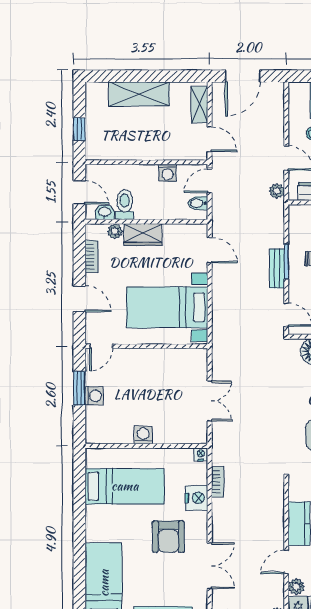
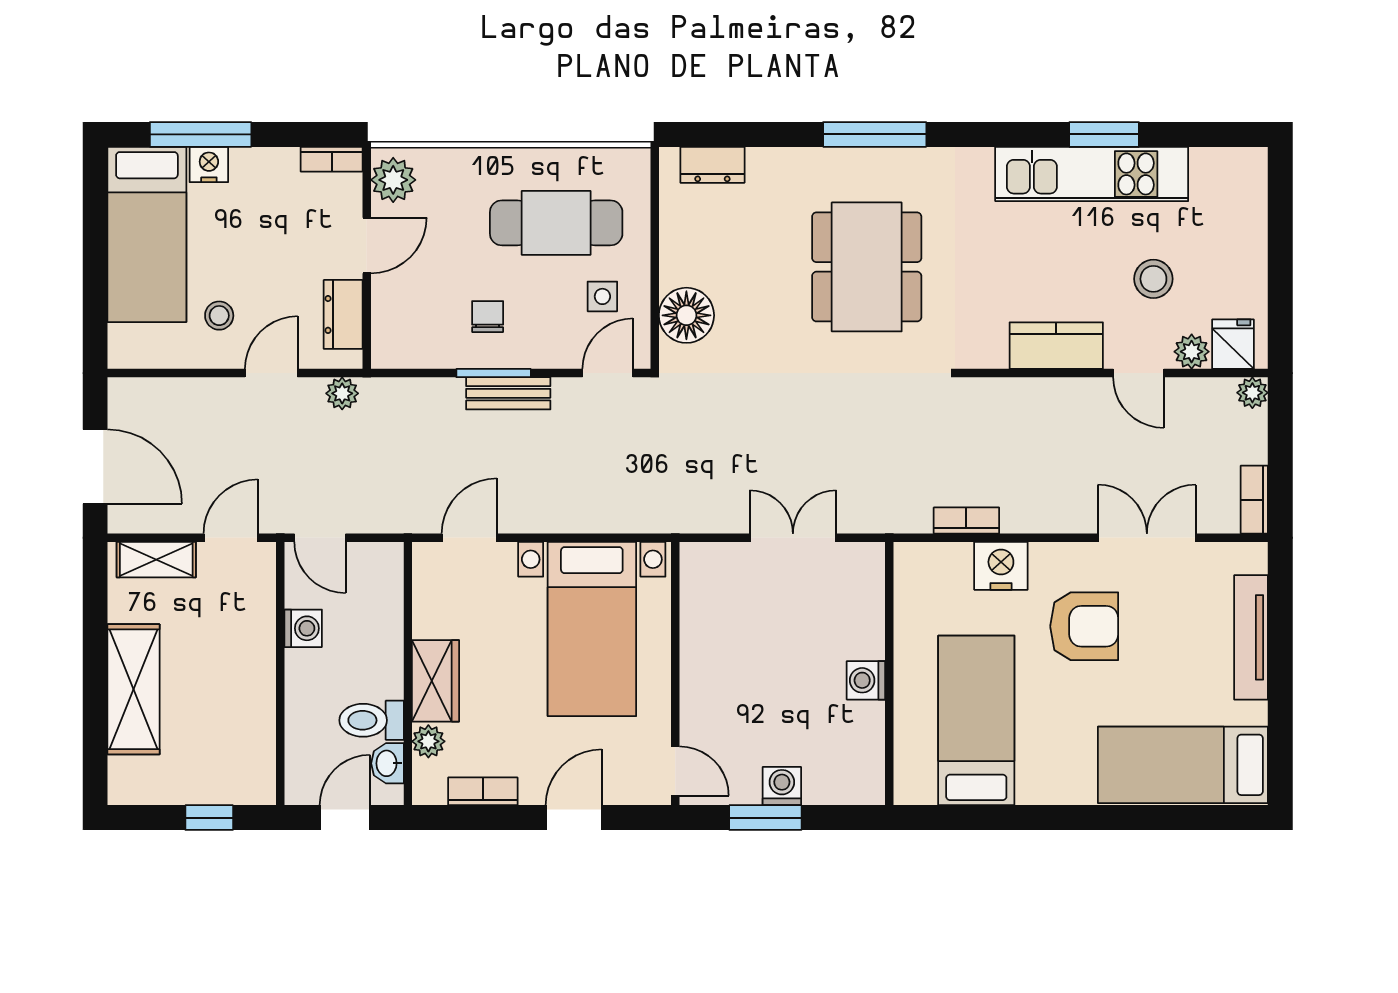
bidet: (198, 203) -> (368, 563), removed
nightstand: (201, 454) -> (908, 557), removed

